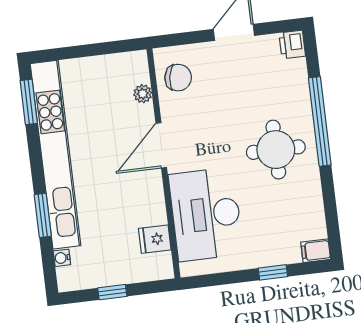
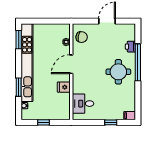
printer: (292, 45) -> (130, 47), moved
desk: (206, 214) -> (83, 104), width x0.53, depth x0.77
fridge: (155, 239) -> (64, 87), moved

